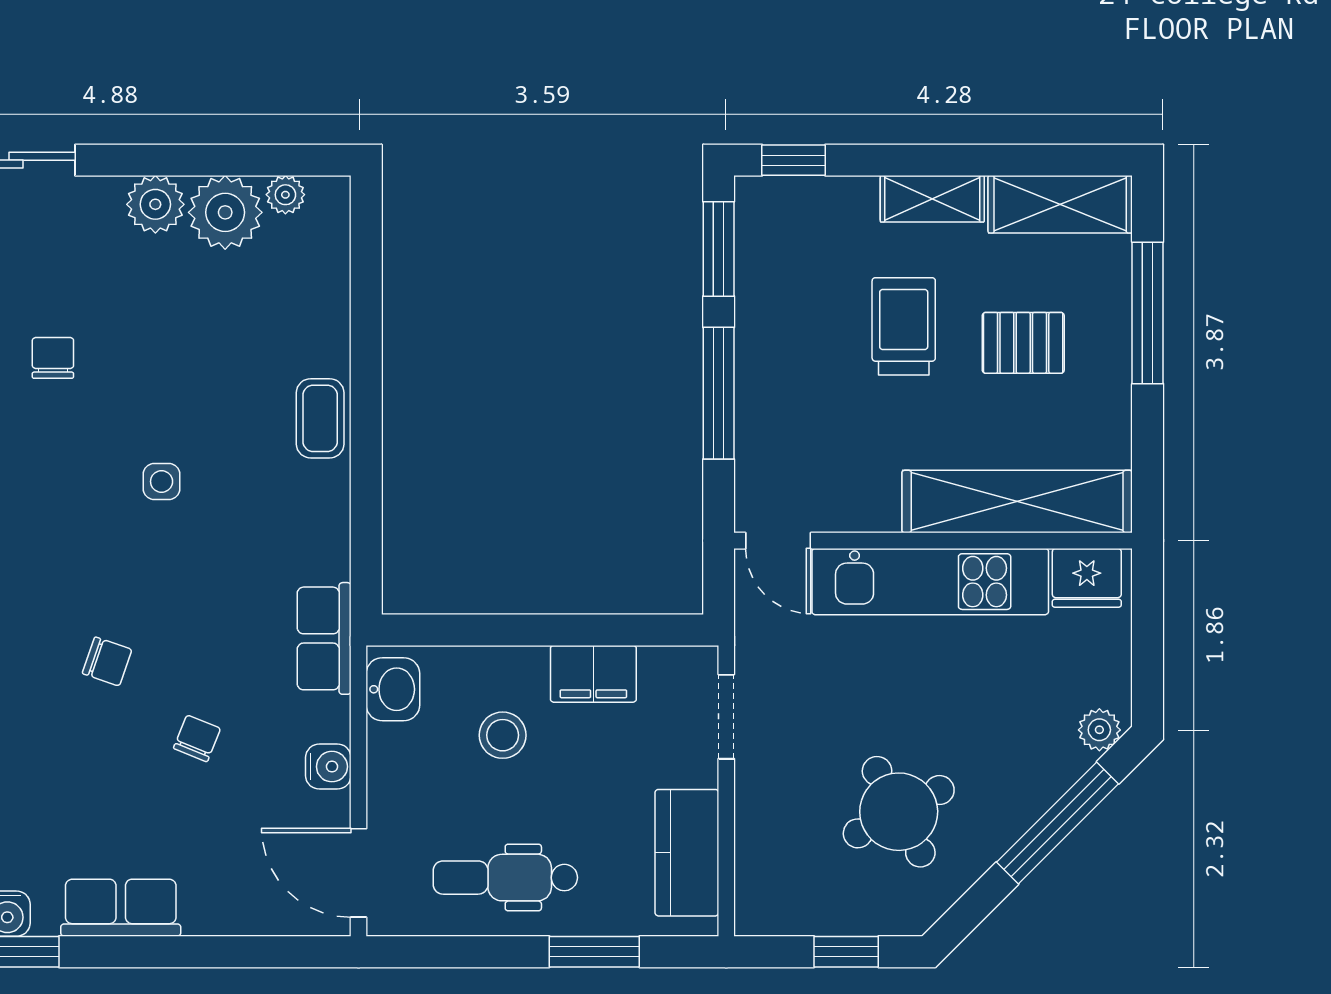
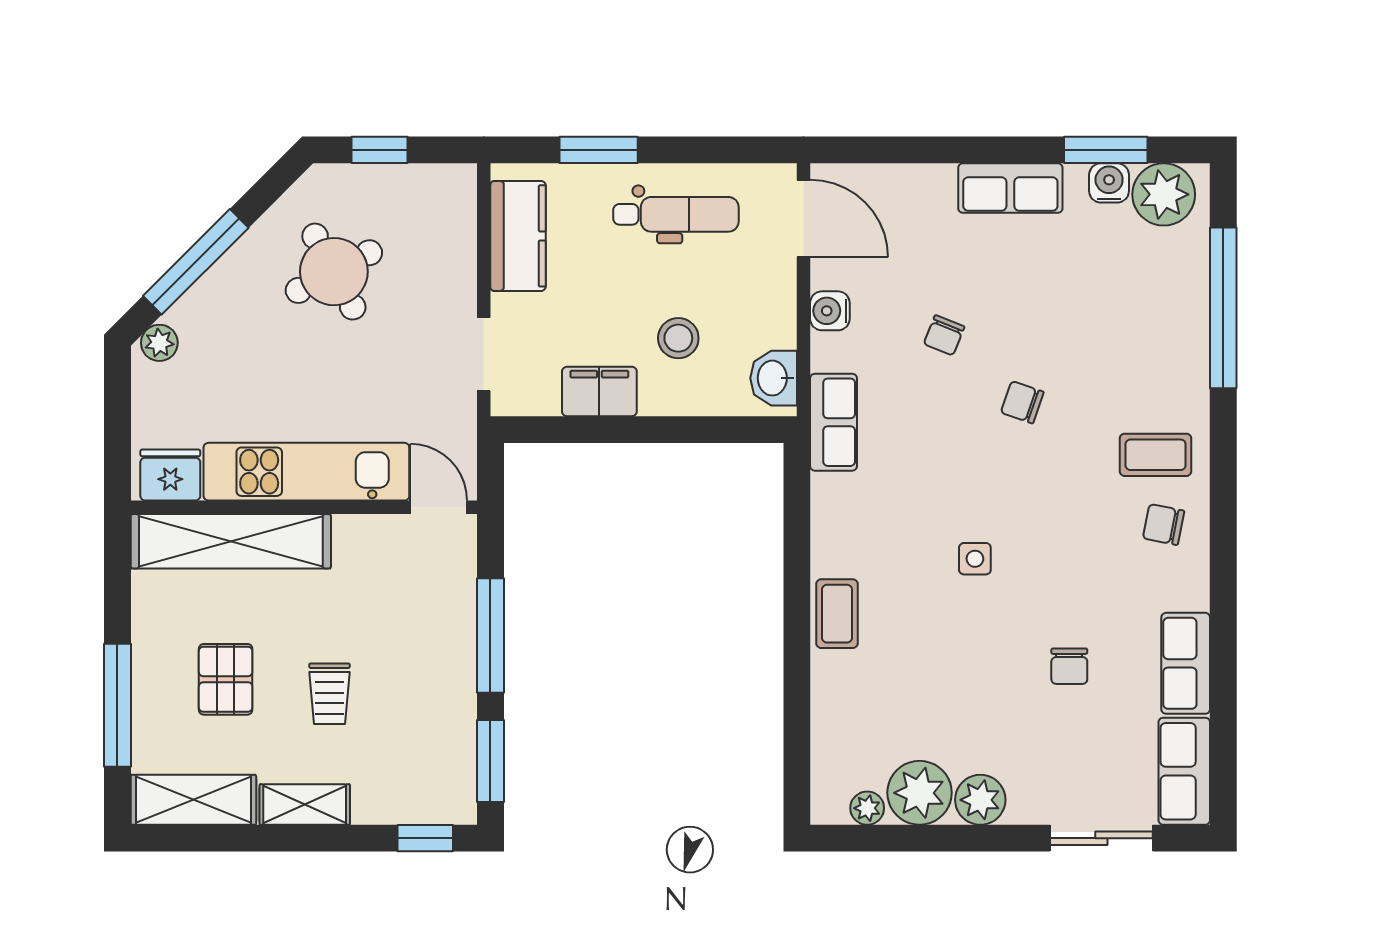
trolley: (904, 326) -> (329, 694), width x0.73, depth x0.72
pallet: (1023, 343) -> (226, 679), turned 90

